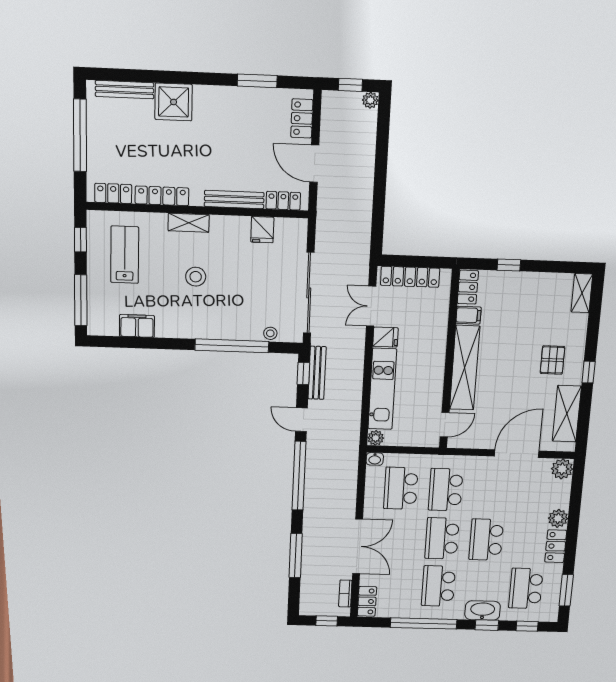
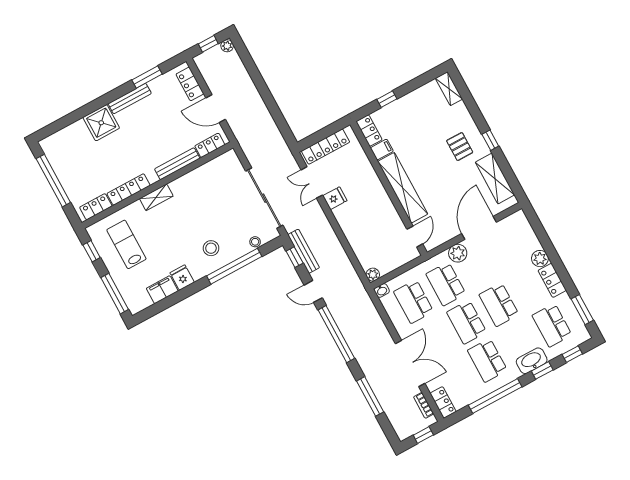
bench: (125, 90) -> (130, 99), moved
fridge: (262, 230) -> (182, 278), moved, turned 180
stool: (196, 277) -> (211, 248), moved
kitchen unit: (382, 389) -> (355, 236), removed
plant: (562, 469) -> (458, 253), moved

